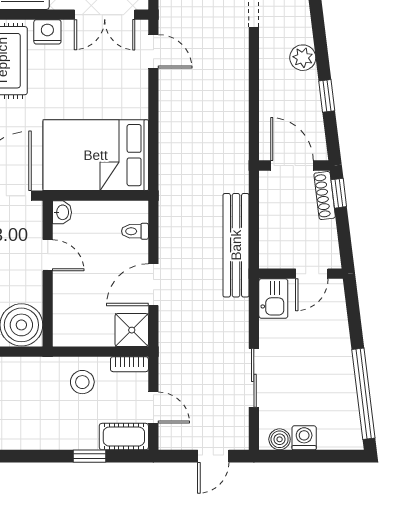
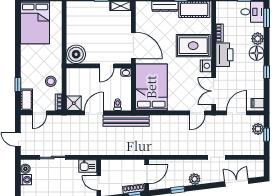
bench: (236, 245) -> (126, 121), moved
door: (153, 285) -> (94, 113), hinge flipped

